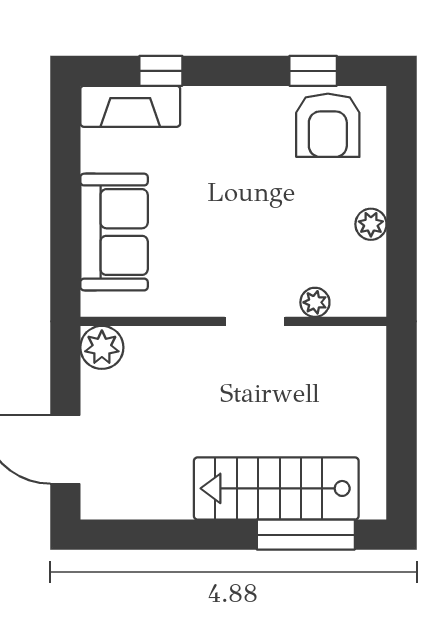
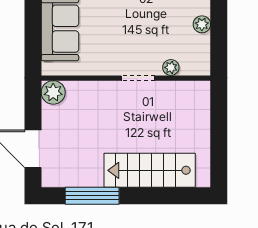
window: (306, 535) -> (92, 196), moved

